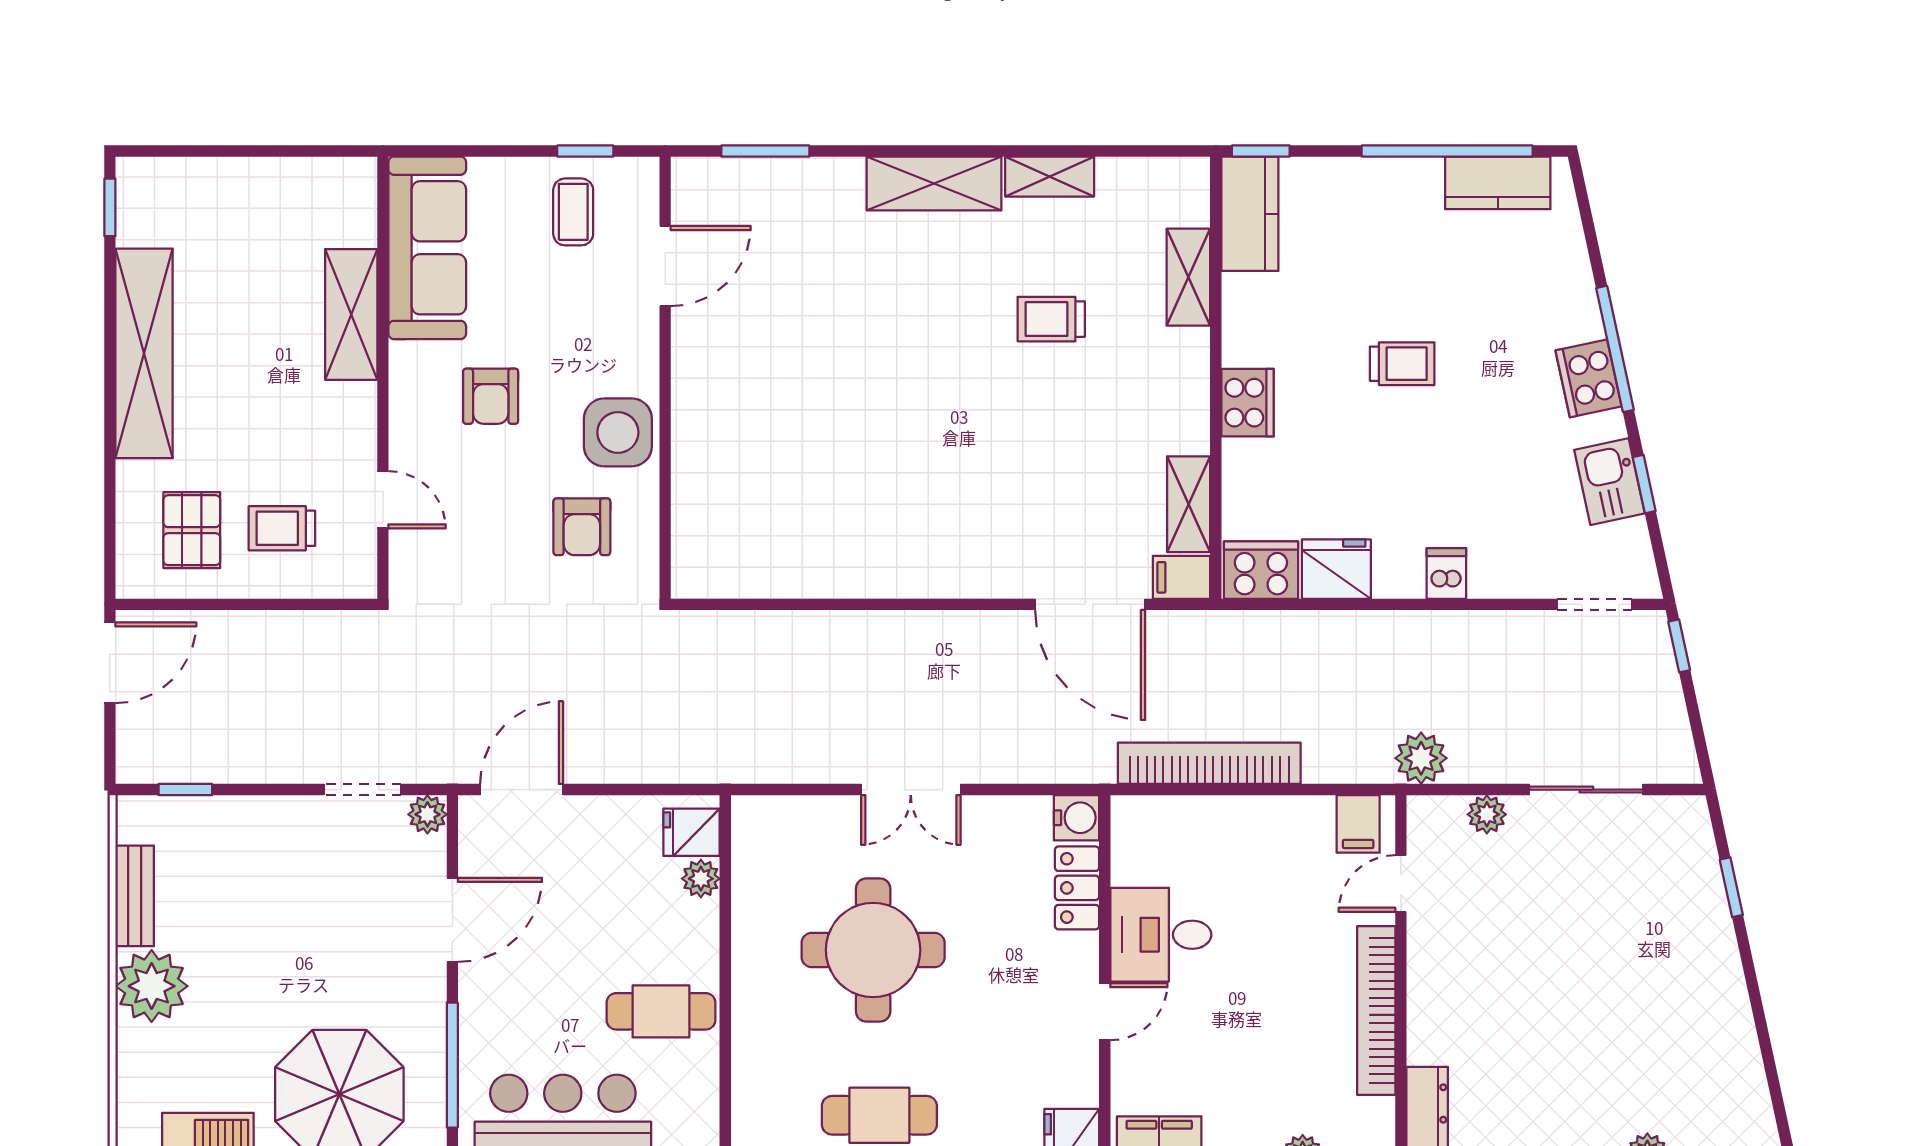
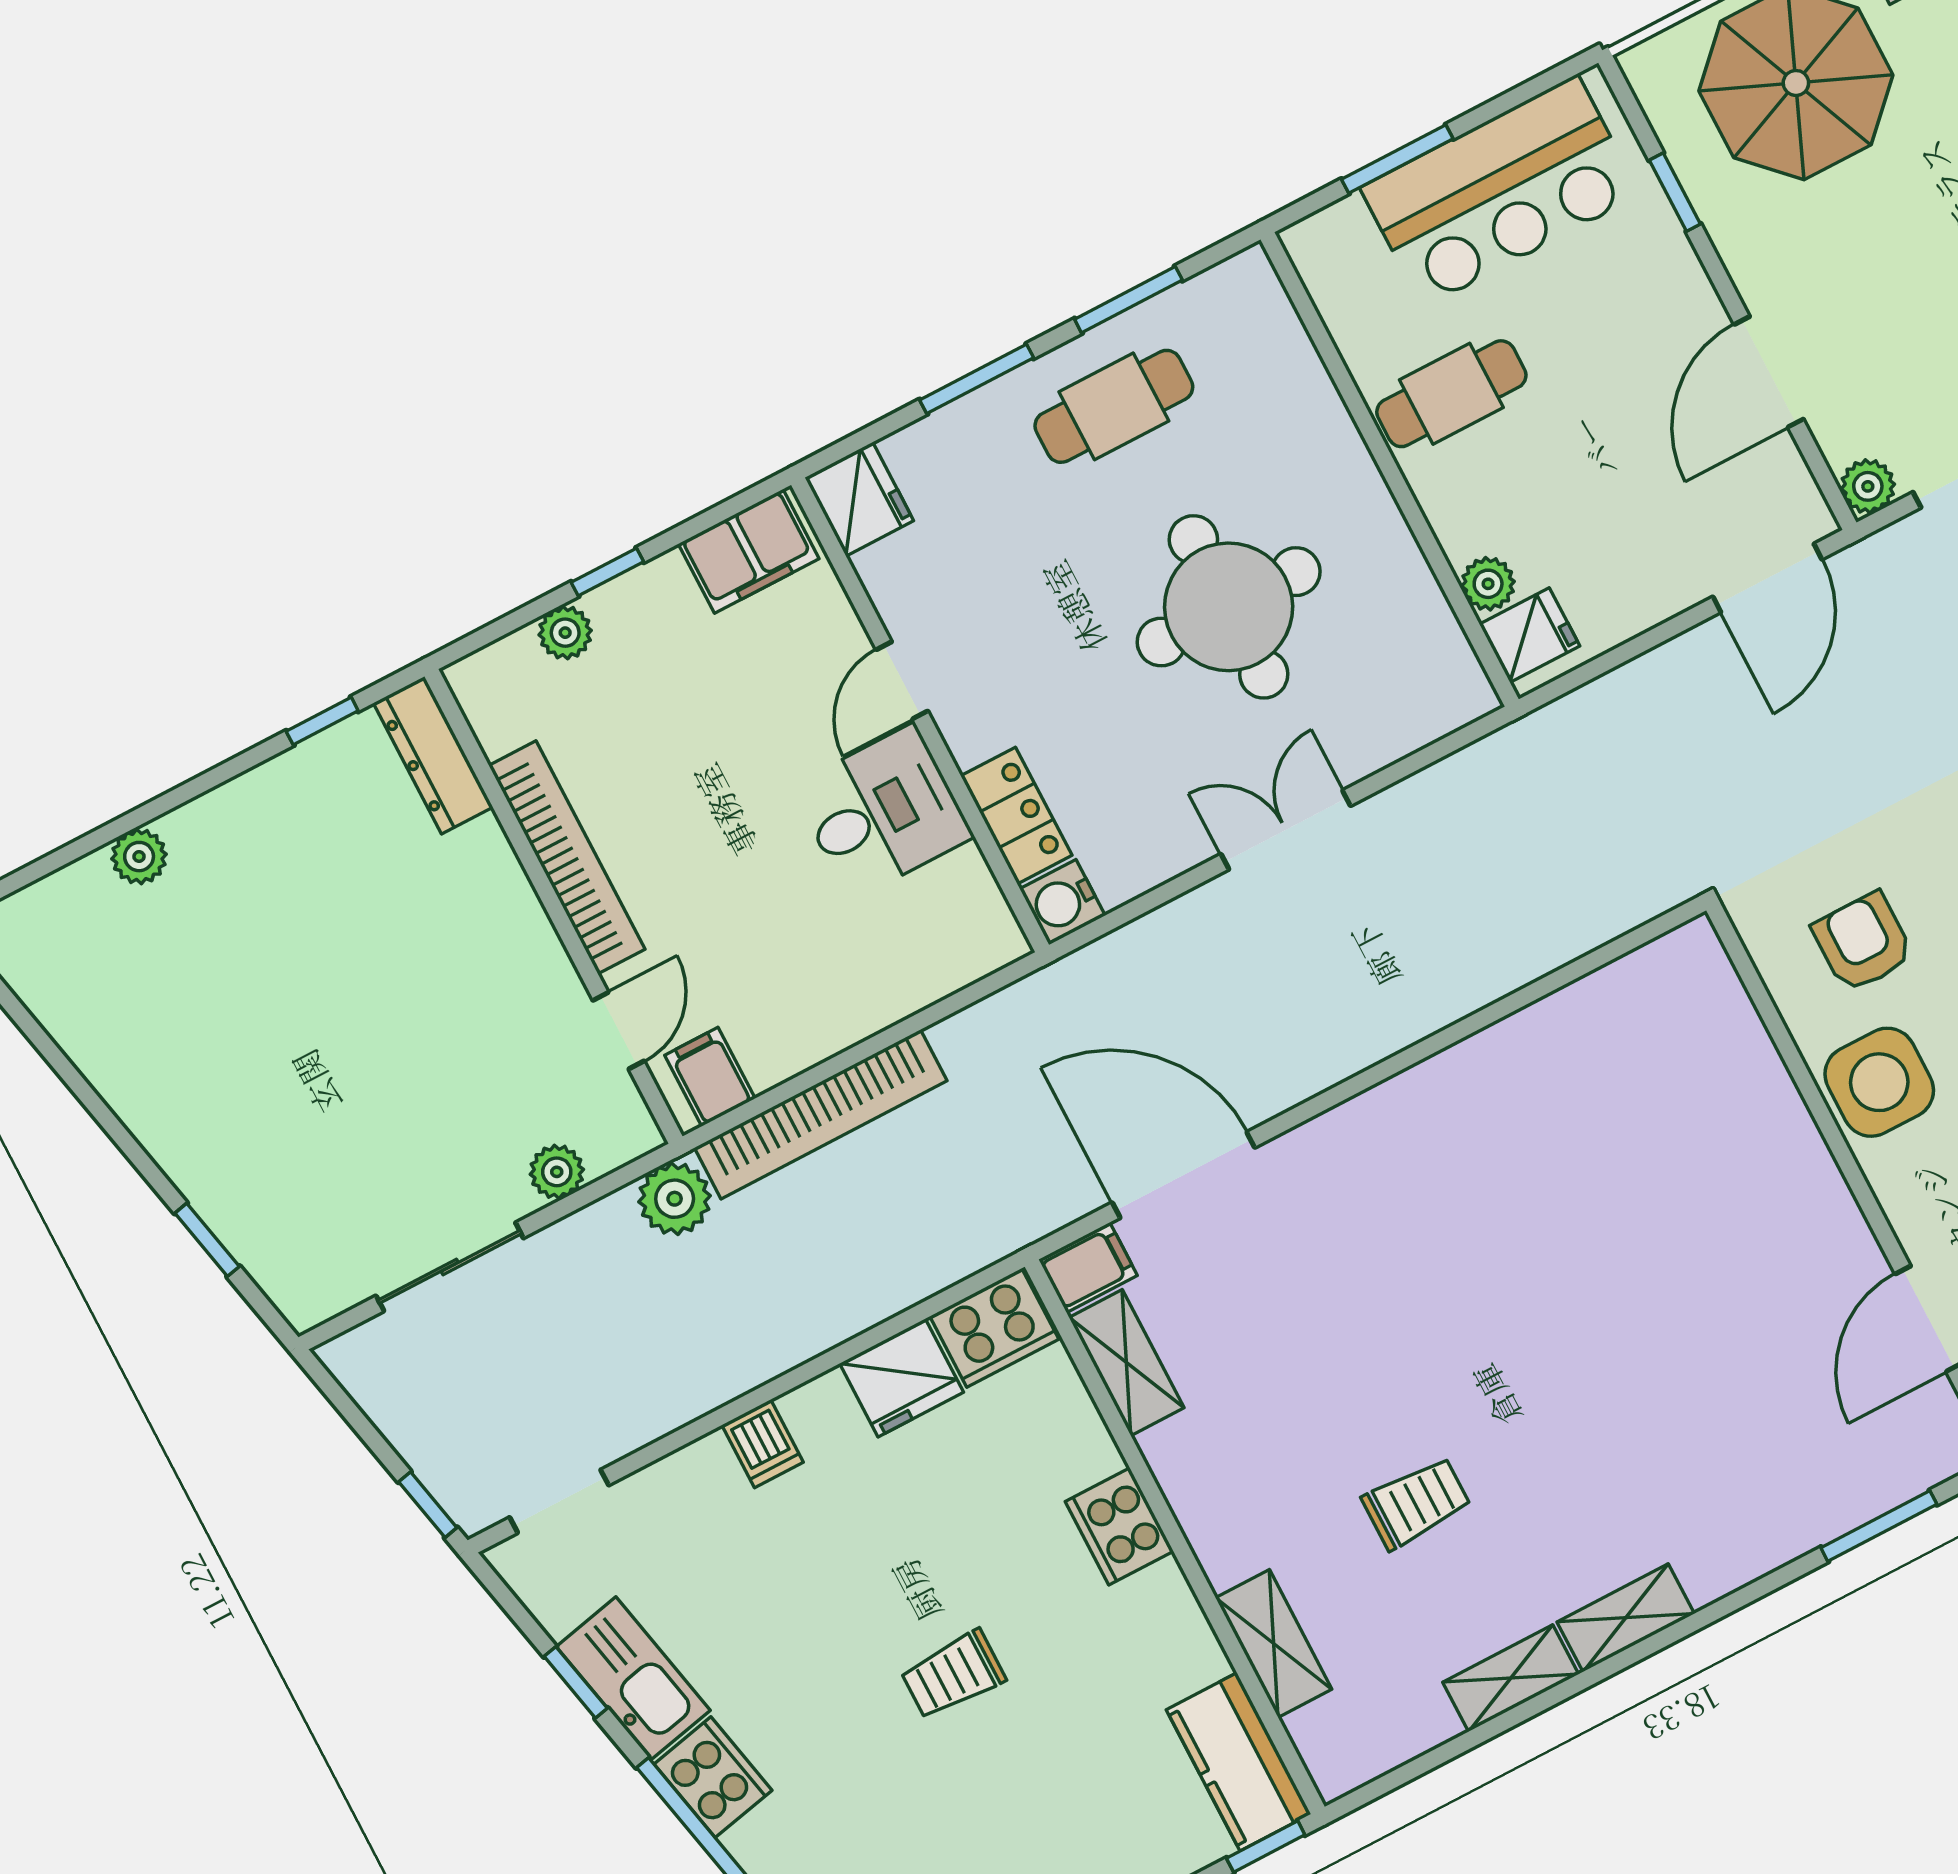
shelving: (934, 183) -> (1626, 1618), width x0.67, depth x0.75
kitchen sink: (1609, 482) -> (633, 1678), width x1.38
bookcase: (1209, 763) -> (821, 1114), moved
window: (452, 1065) -> (1675, 192), width x0.46

